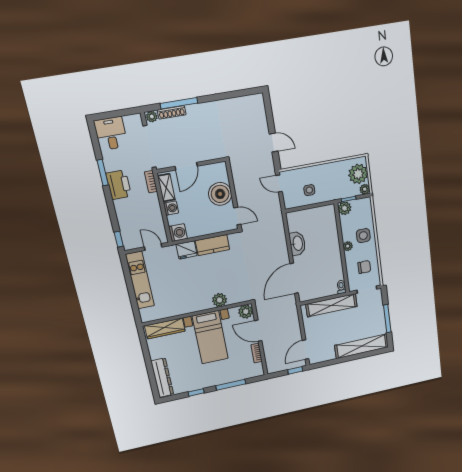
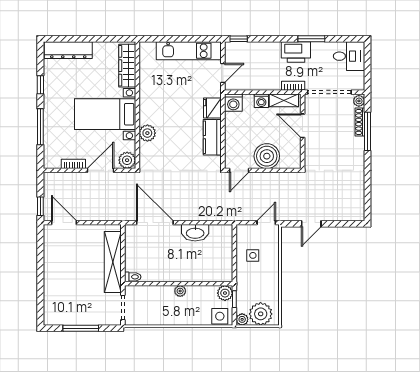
side table: (363, 236) -> (220, 316), moved
chair: (364, 267) -> (151, 308), removed
shelving: (362, 346) -> (52, 292), removed

